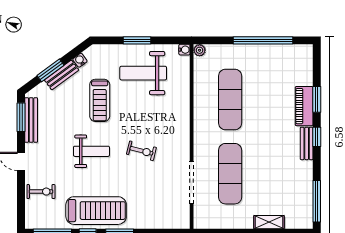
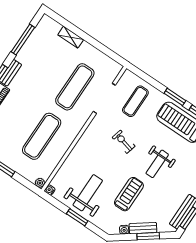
weight bench: (143, 73) -> (88, 193), turned -90
weight bench: (91, 151) -> (157, 164), turned -90
exercise mat: (157, 201) -> (135, 101), added
window: (317, 201) -> (23, 40), moved

